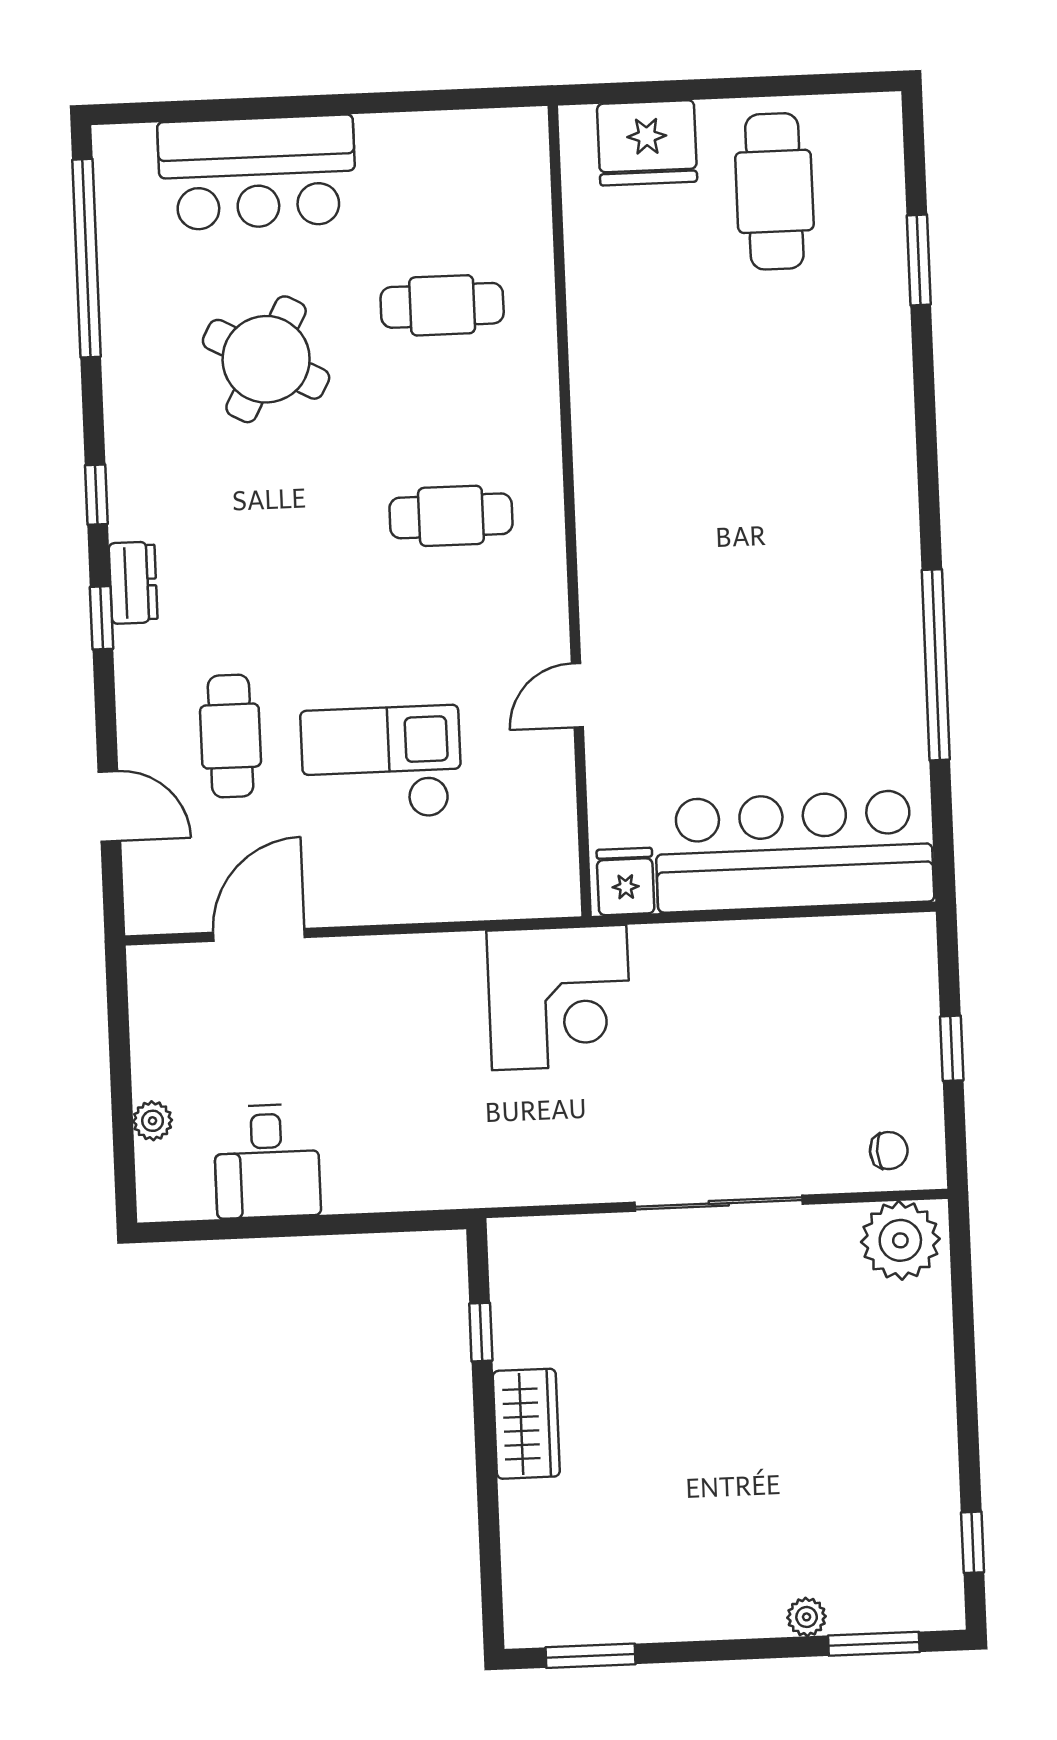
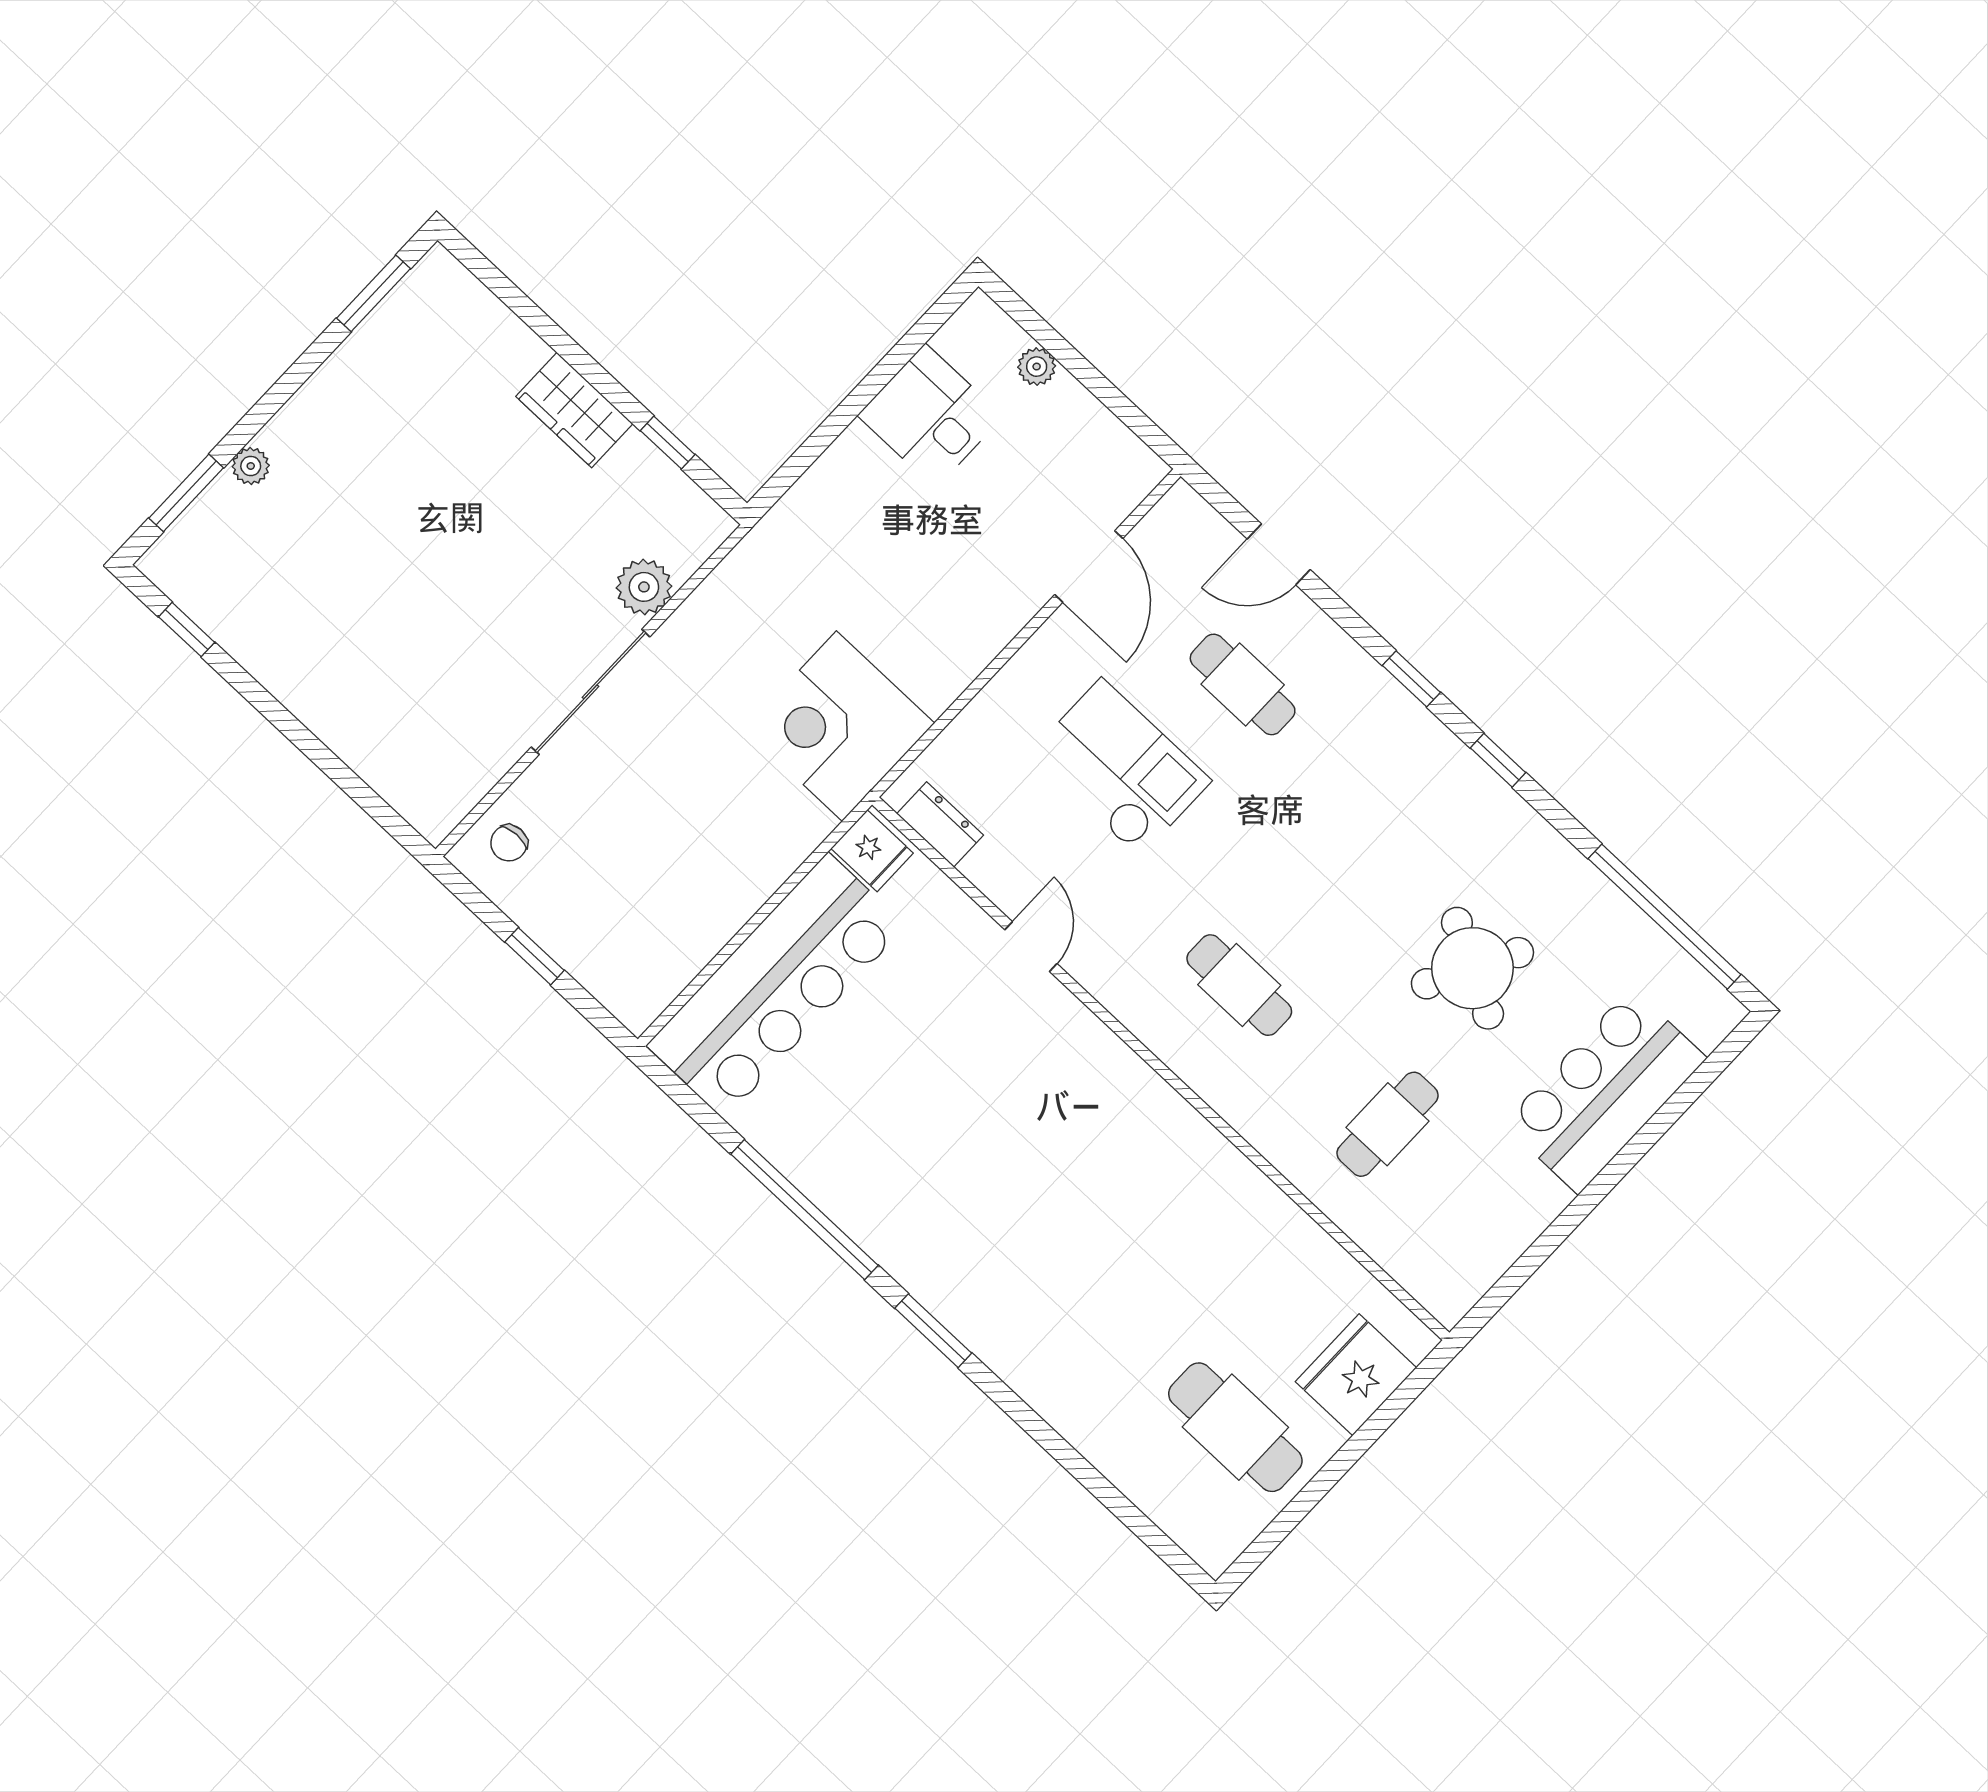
window: (919, 260) -> (933, 1331), moved
cafe table: (451, 516) -> (1239, 985), turned 90
dresser: (133, 583) -> (940, 824), moved, turned 180
checkout: (381, 763) -> (1120, 768), turned -90
plant: (900, 1240) -> (644, 587), moved, width x0.73, depth x0.73

